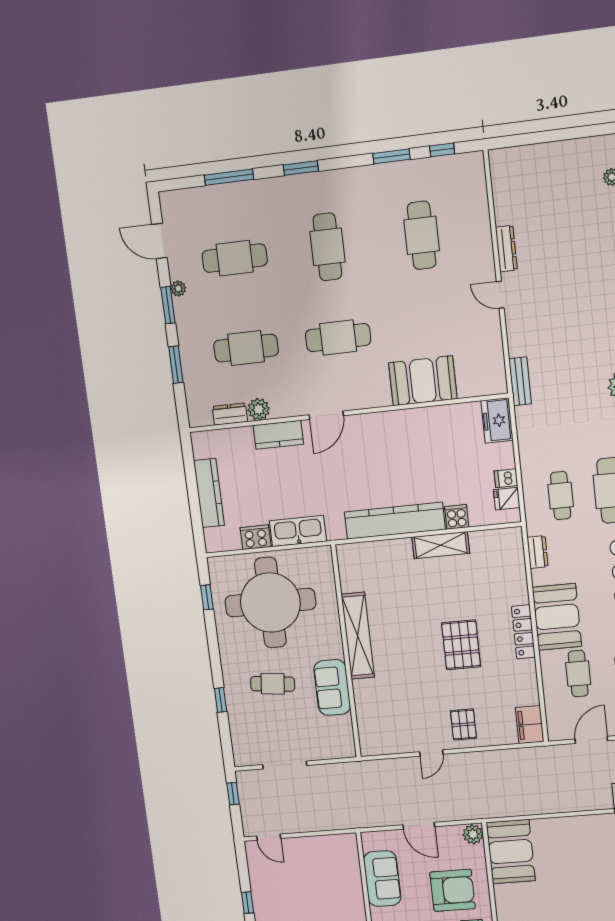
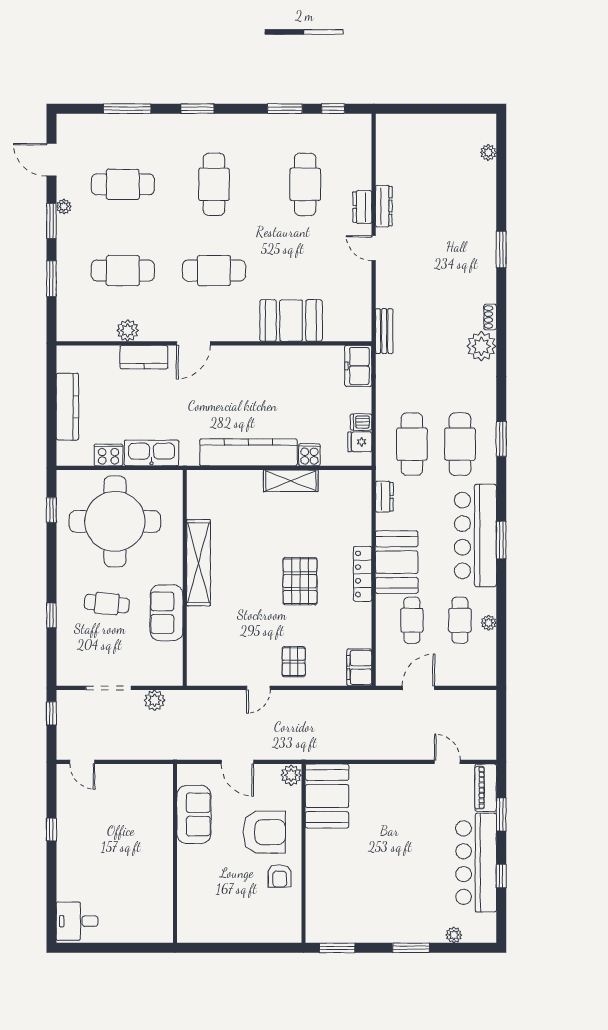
dresser: (230, 414) -> (362, 207), moved, turned -90
cafe table: (561, 496) -> (412, 444), width x1.37, depth x1.35
plant: (331, 773) -> (155, 700), added

